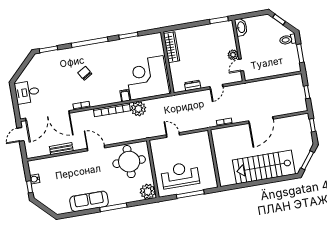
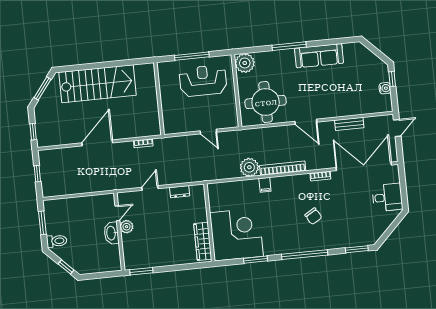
washbasin: (241, 27) -> (111, 233), moved
corner desk: (147, 78) -> (236, 234), moved, turned -90
door: (21, 134) -> (397, 128), moved
reception desk: (180, 175) -> (203, 81), turned 180

